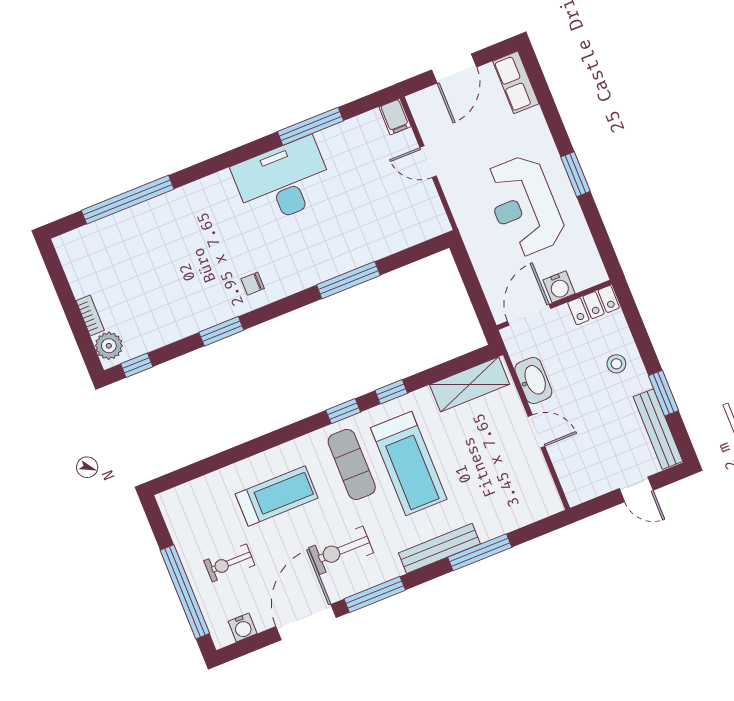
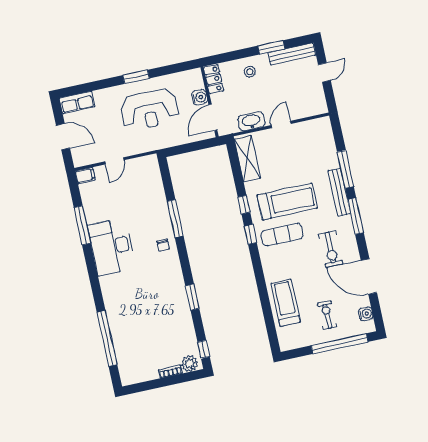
chair: (253, 284) -> (163, 245), moved
door: (529, 315) -> (213, 117), hinge flipped
treadmill: (277, 496) -> (286, 303), moved
exercise bike: (229, 563) -> (327, 315), turned 180
window: (375, 594) -> (356, 216), moved

